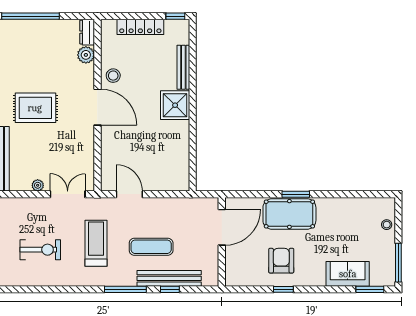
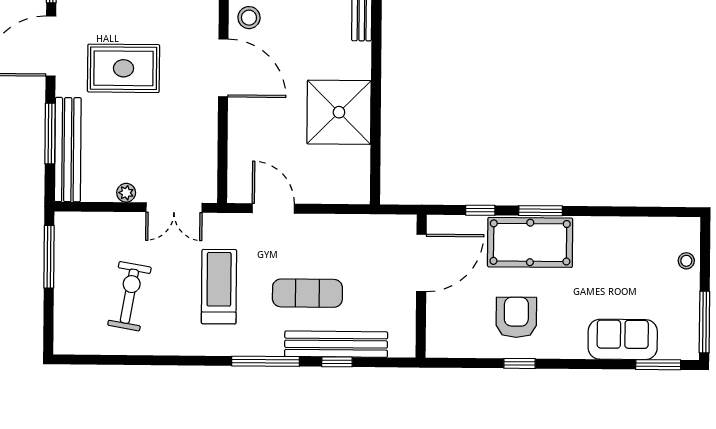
shower: (175, 105) -> (339, 112), moved, width x1.37, depth x1.37
double door: (68, 194) -> (174, 208), swing flipped
window: (258, 194) -> (480, 210), added
exercise bike: (40, 250) -> (129, 296), turned -80

